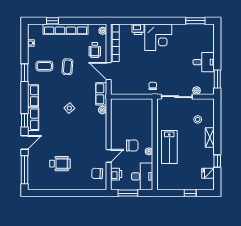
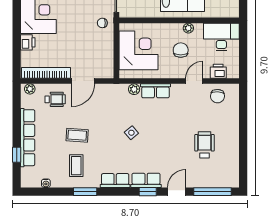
row of seats: (101, 94) -> (155, 91), moved
corner desk: (132, 113) -> (139, 50), added
door: (25, 142) -> (177, 192), hinge flipped
door: (109, 156) -> (194, 81), hinge flipped
window: (128, 193) -> (243, 56), removed

